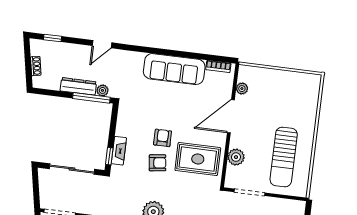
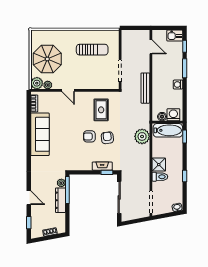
door: (102, 44) -> (29, 198), moved
parasol: (278, 93) -> (47, 59), added
door: (231, 116) -> (68, 90), width x0.53
plant: (236, 157) -> (37, 83), moved
sun lounger: (284, 157) -> (92, 50), width x0.73, depth x0.75
rug: (198, 159) -> (101, 110), width x0.73, depth x0.70

